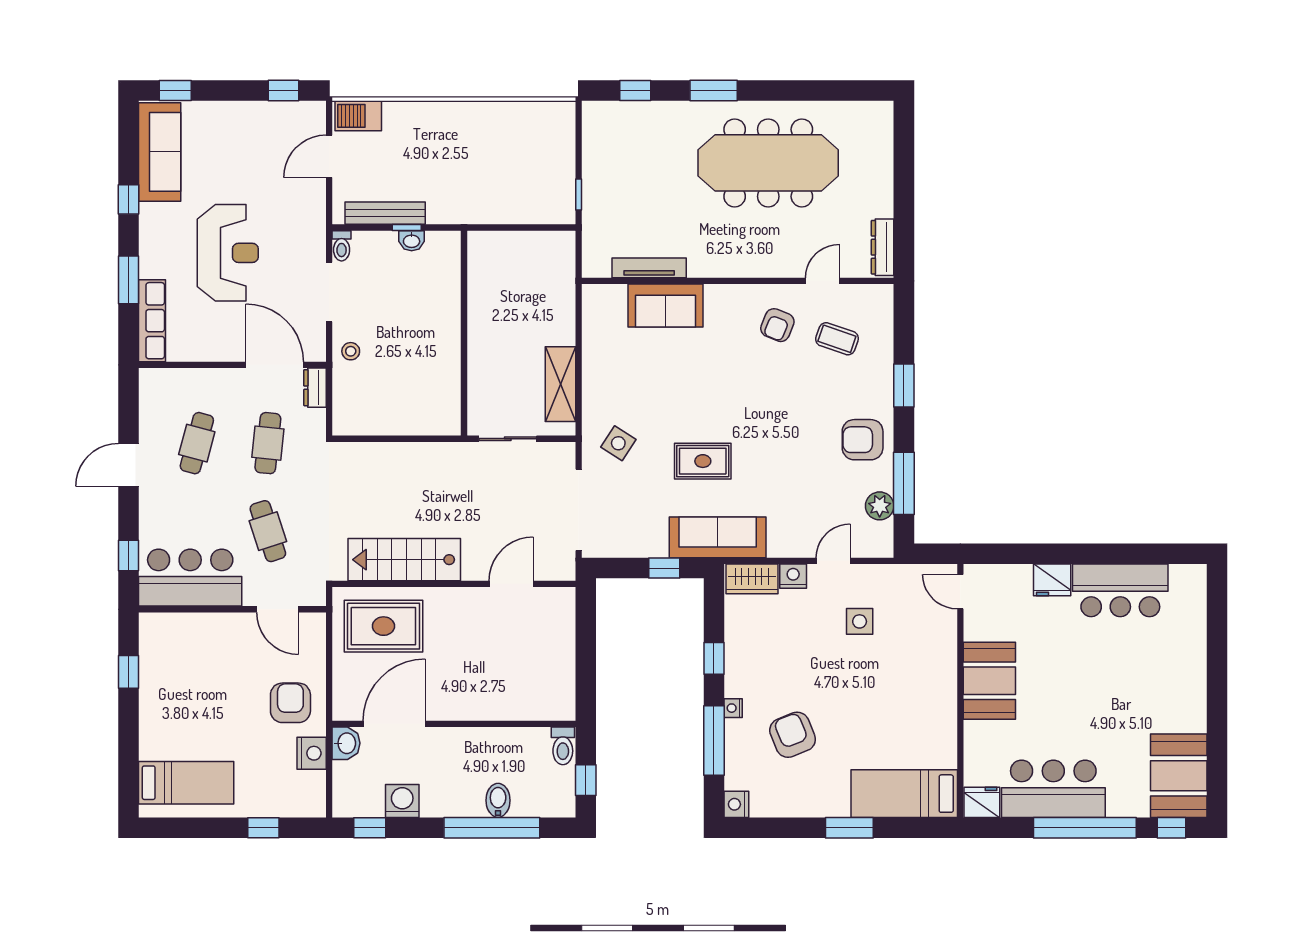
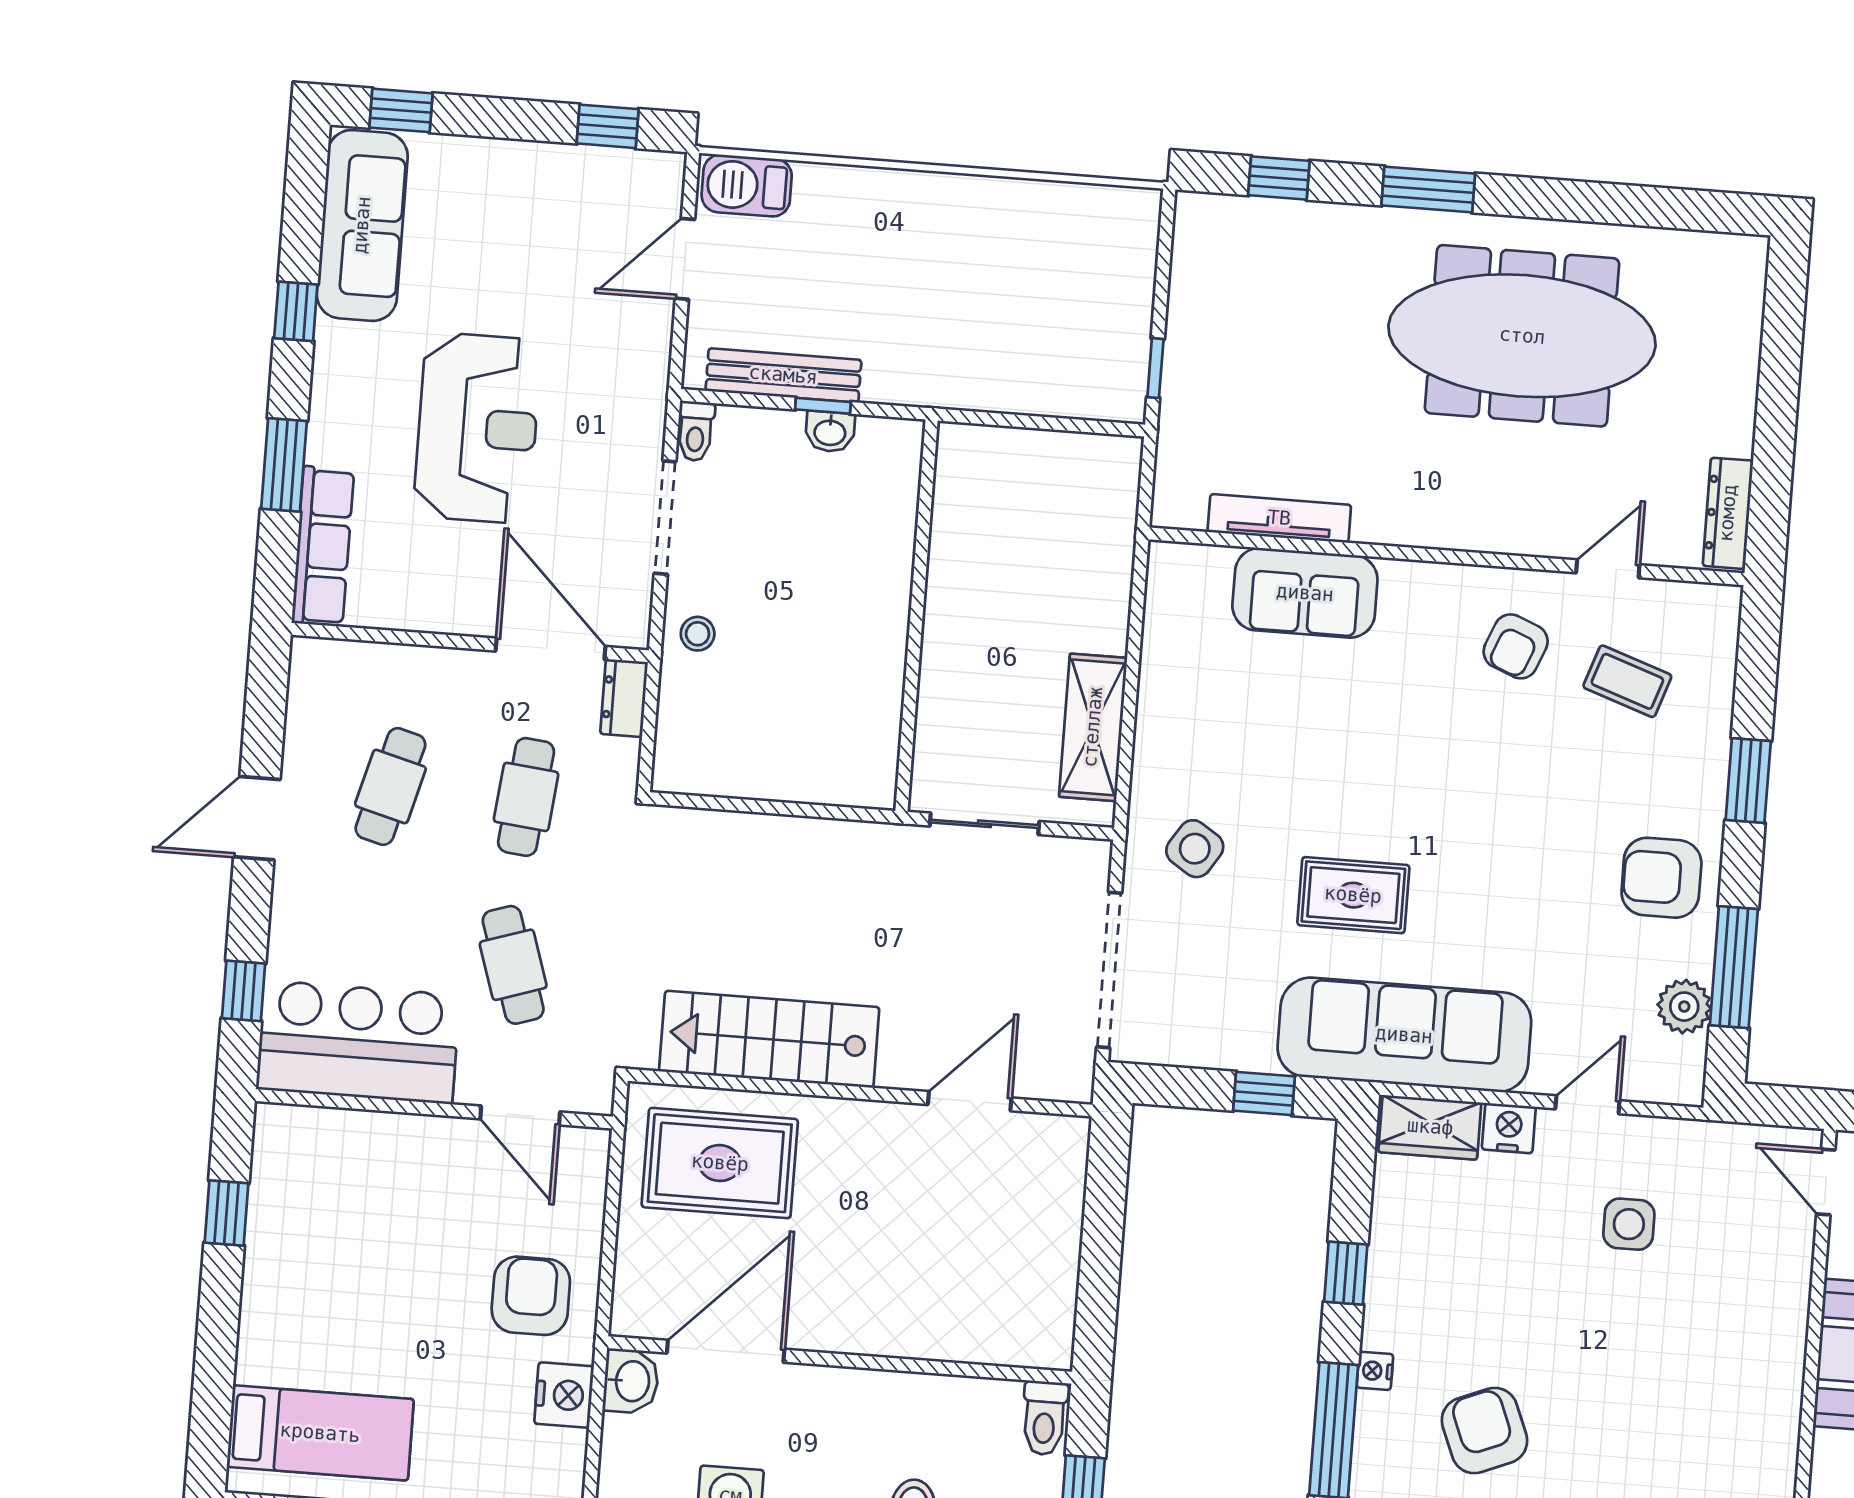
sofa: (718, 537) -> (1404, 1035), width x1.36, depth x1.27

